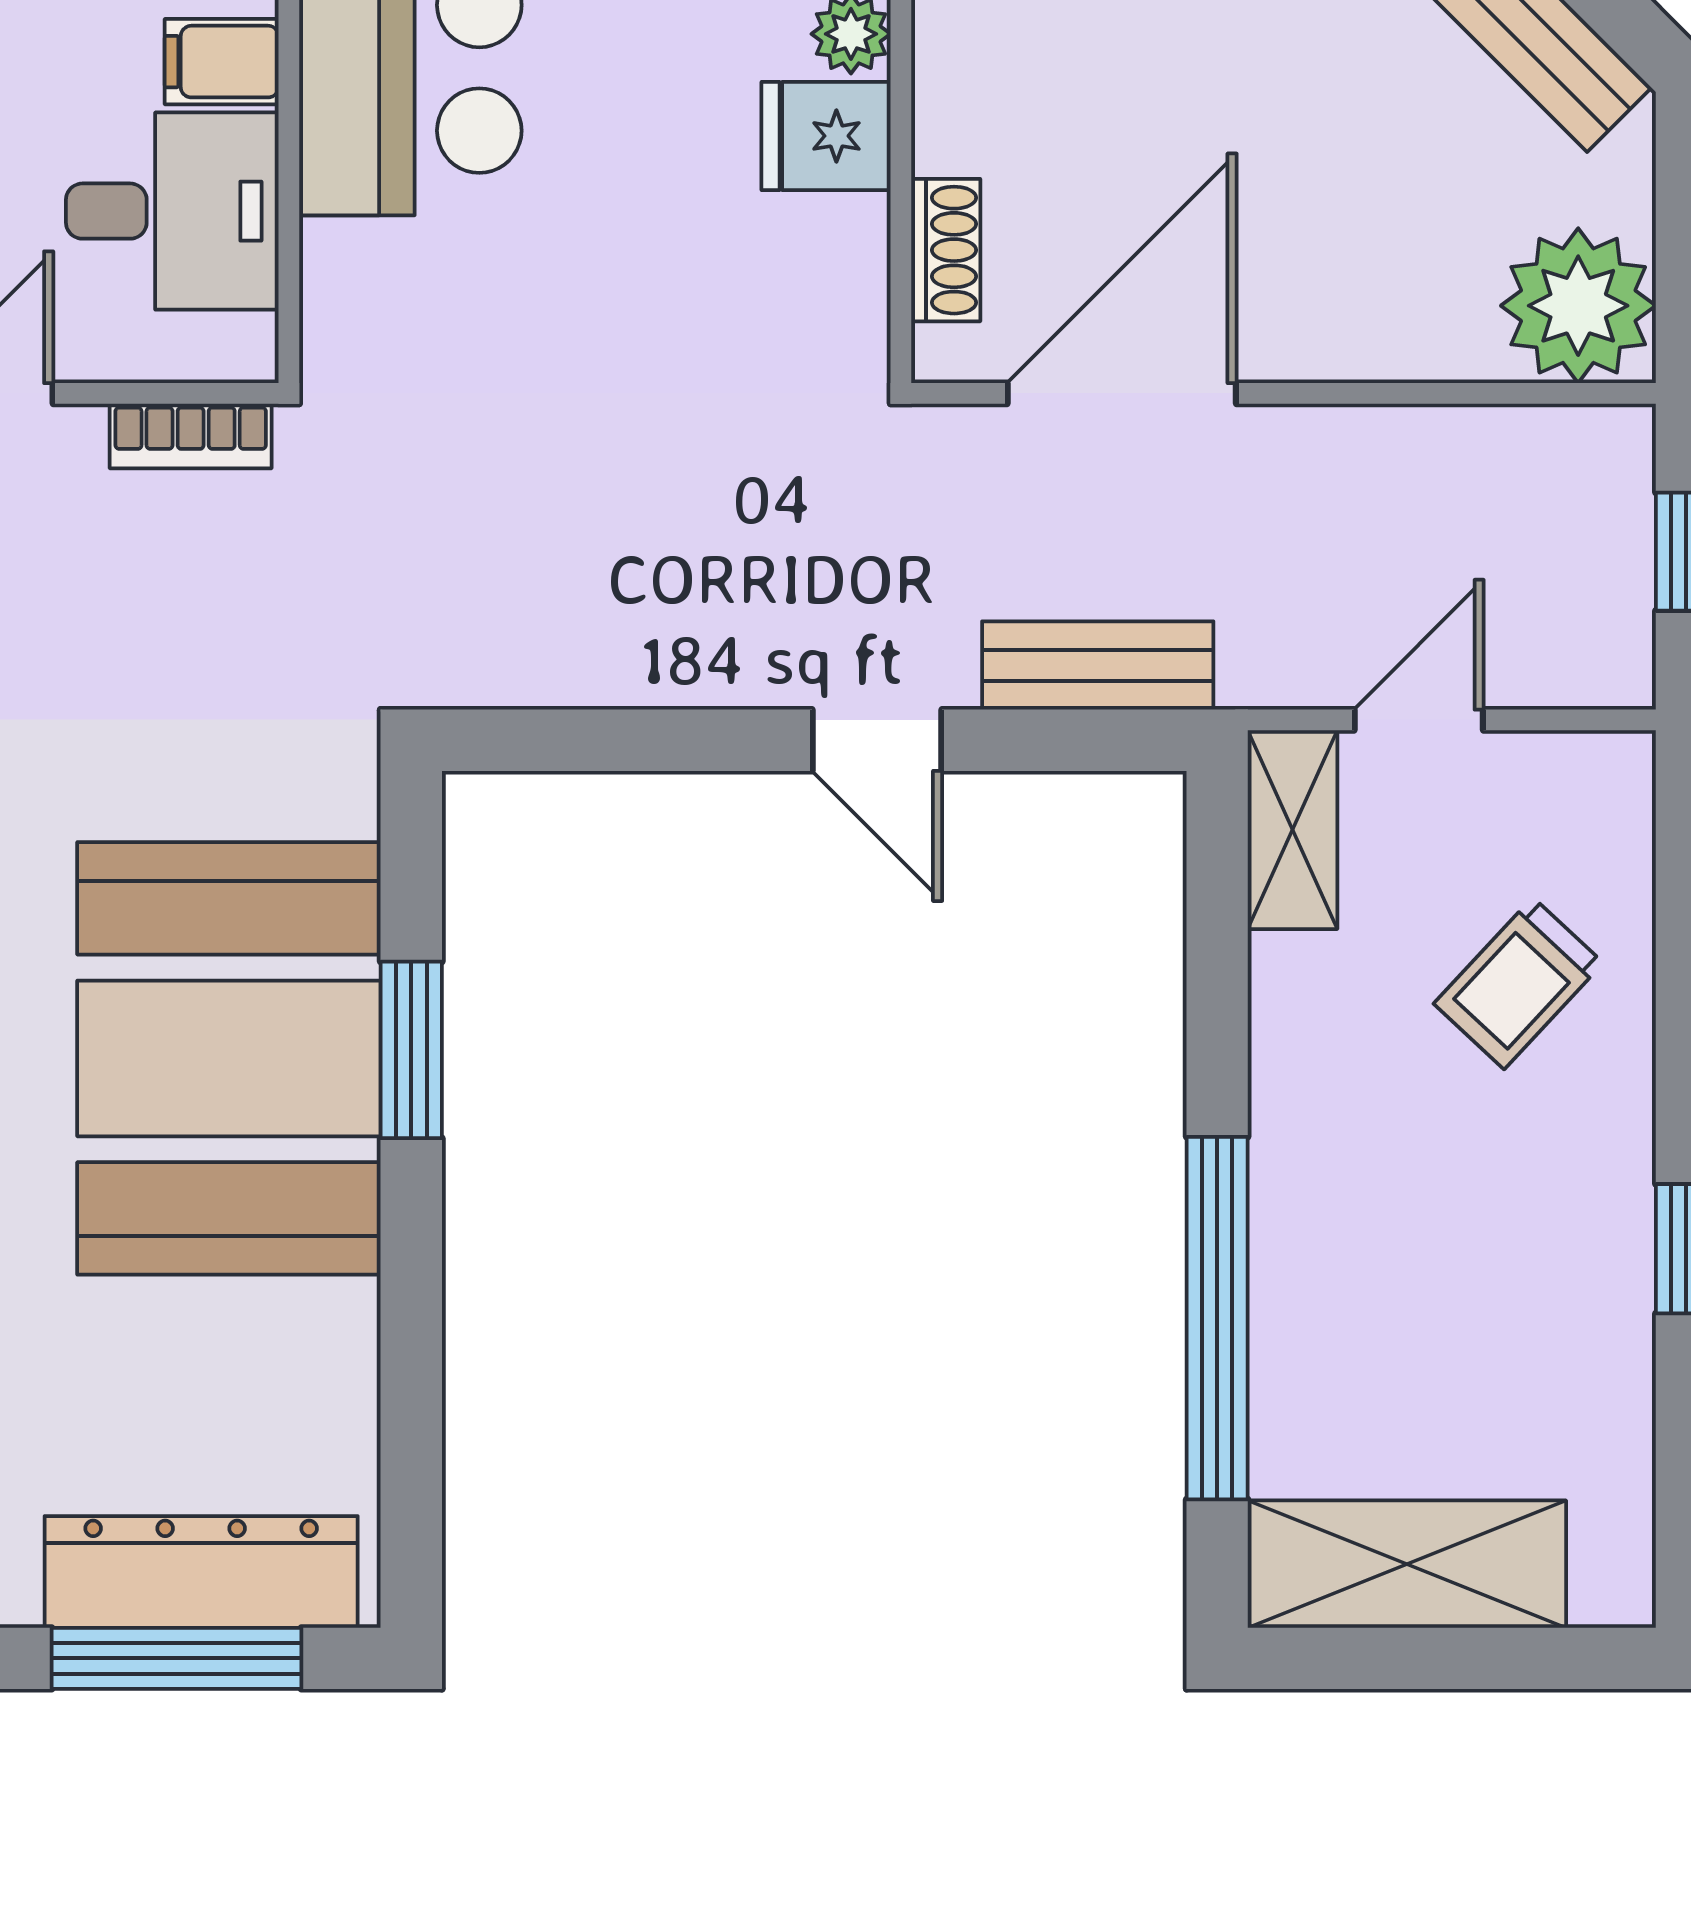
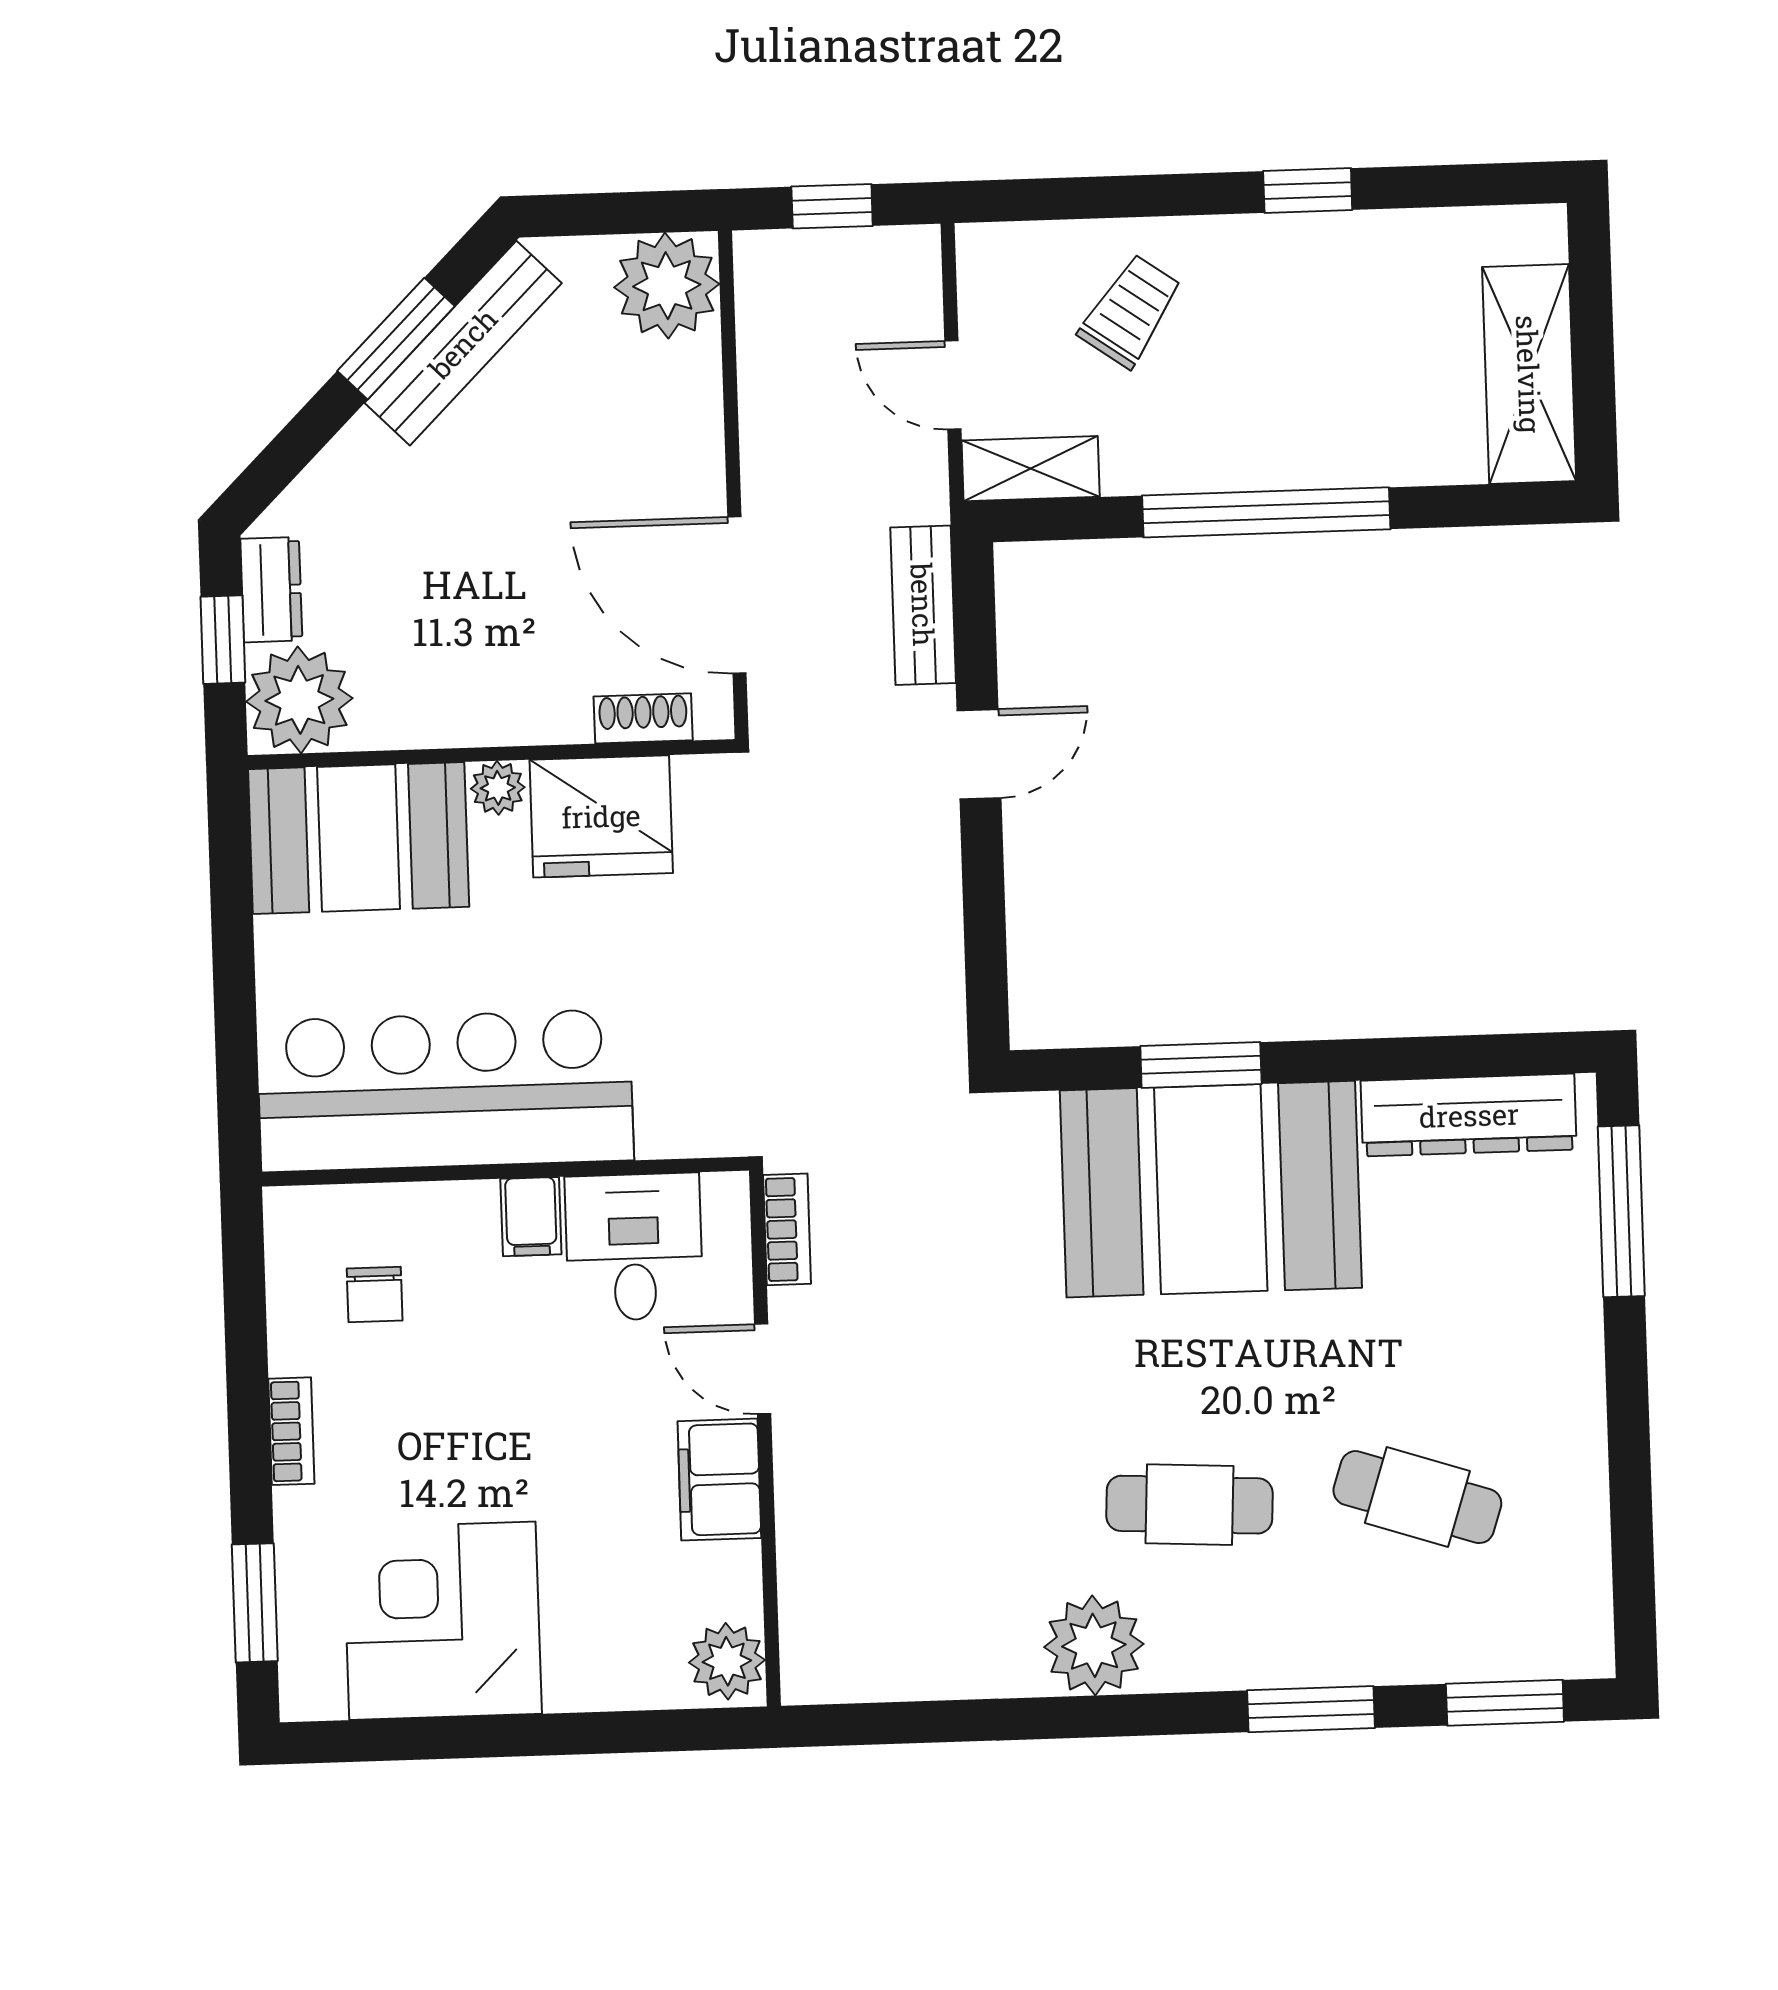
fridge: (826, 136) -> (601, 816), width x1.88, depth x1.34
trolley: (1518, 983) -> (1130, 311), turned -98
window: (1217, 1318) -> (1266, 512), moved
dresser: (201, 1572) -> (1469, 1115), moved, turned -90

